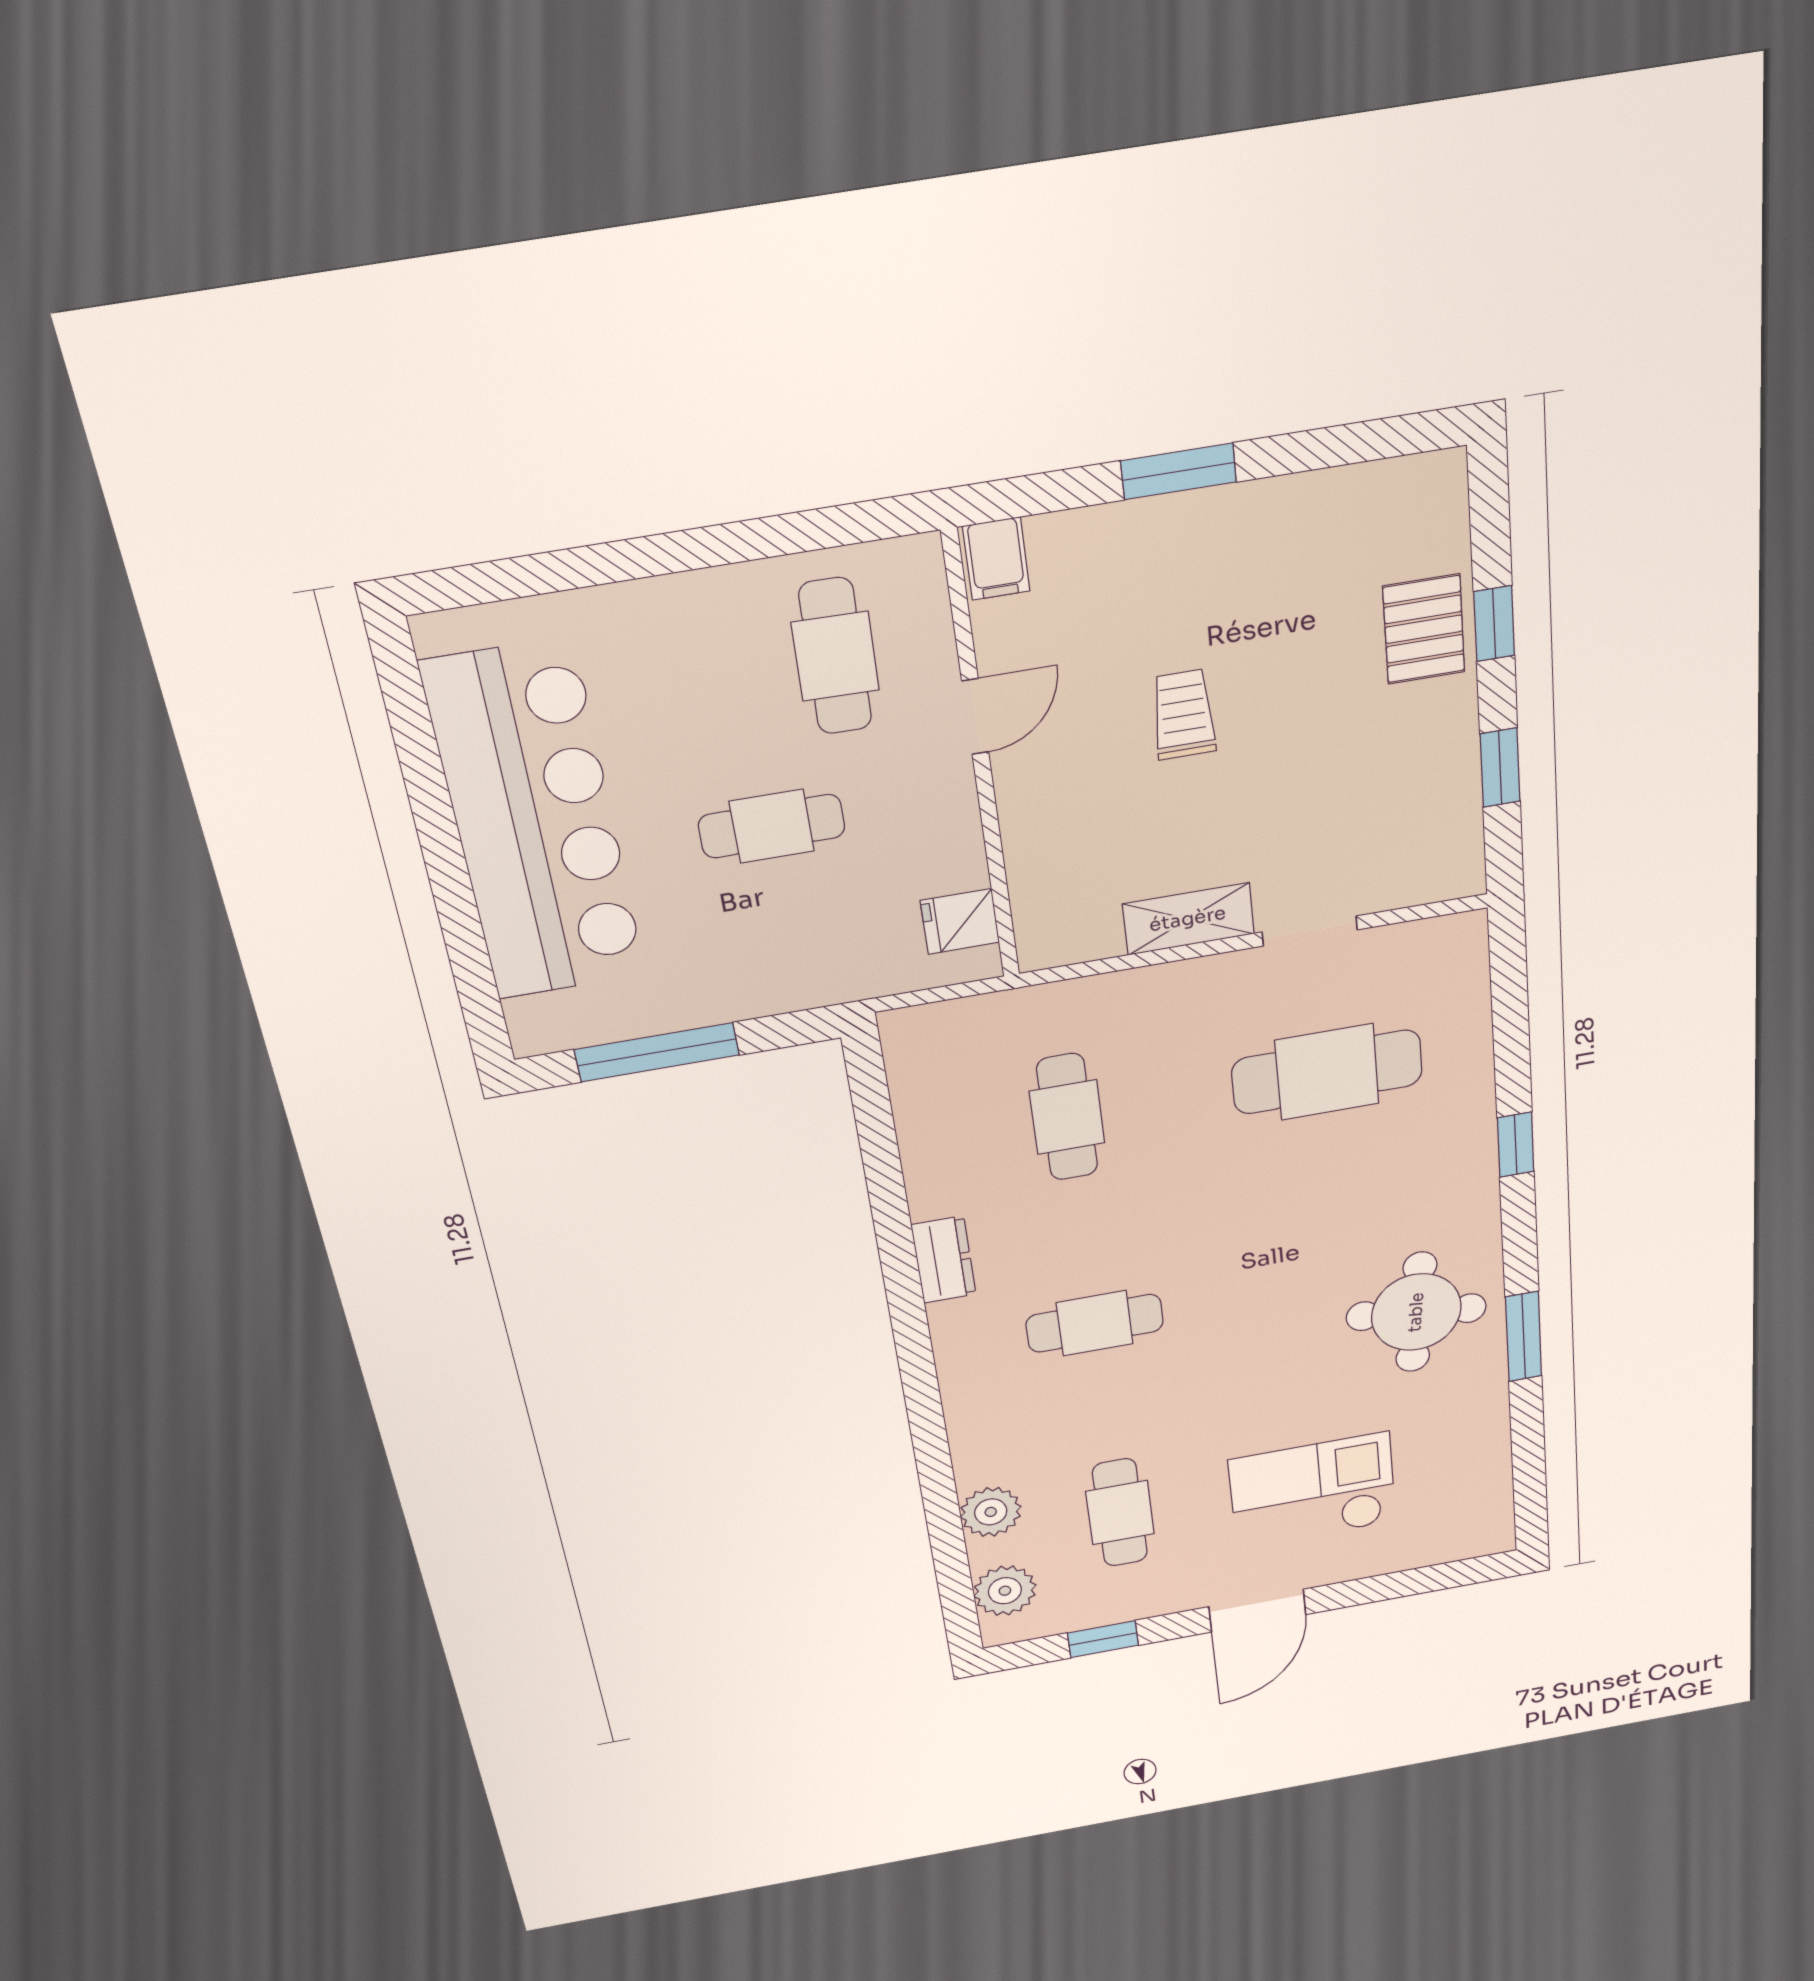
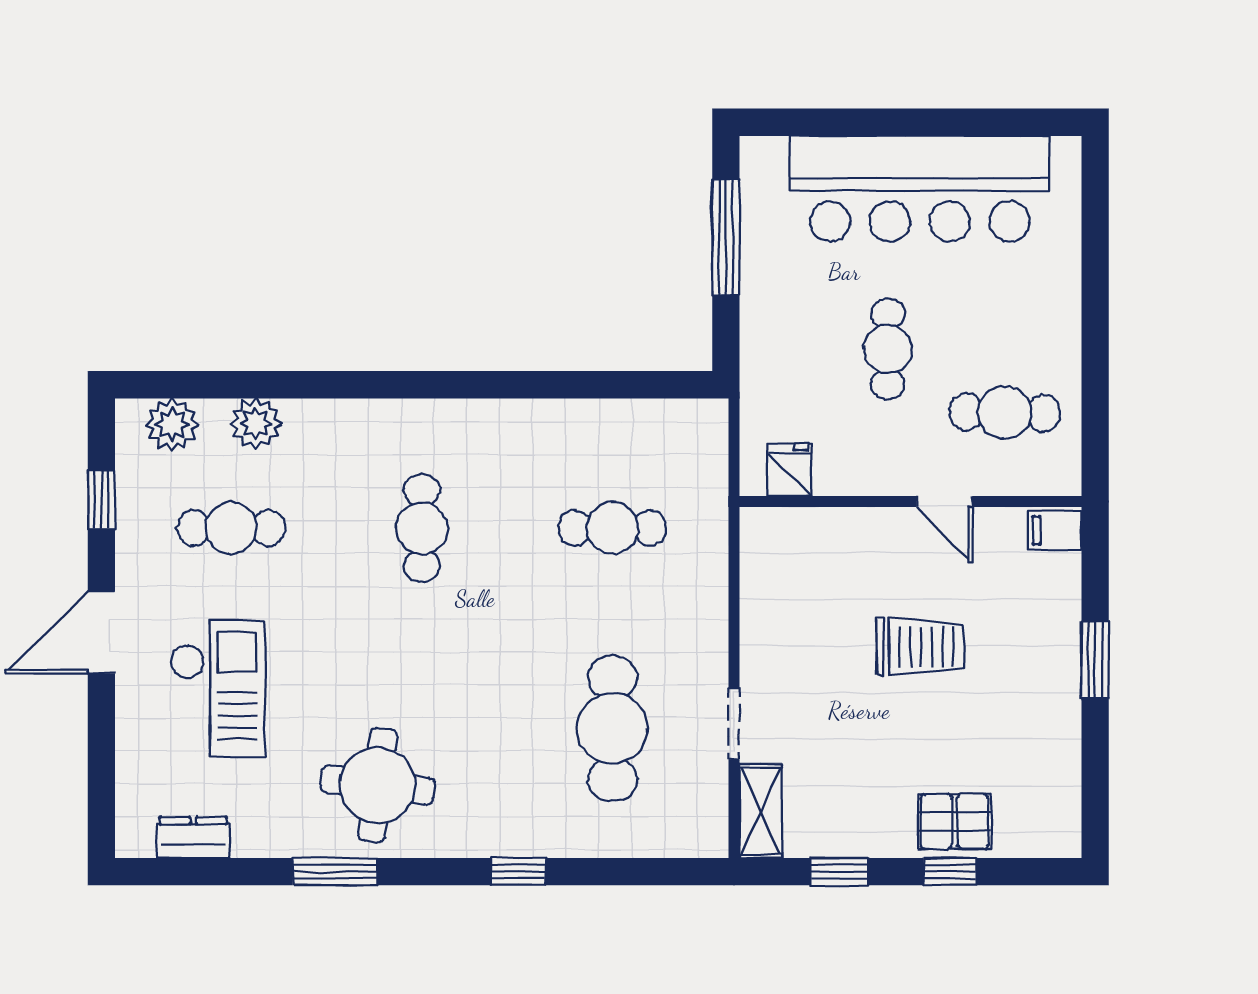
trolley: (1183, 715) -> (920, 647), width x1.36, depth x1.39
shelving: (1188, 919) -> (761, 811), moved
dresser: (944, 1260) -> (193, 838), moved, turned 180
door: (1257, 1611) -> (101, 633), hinge flipped

